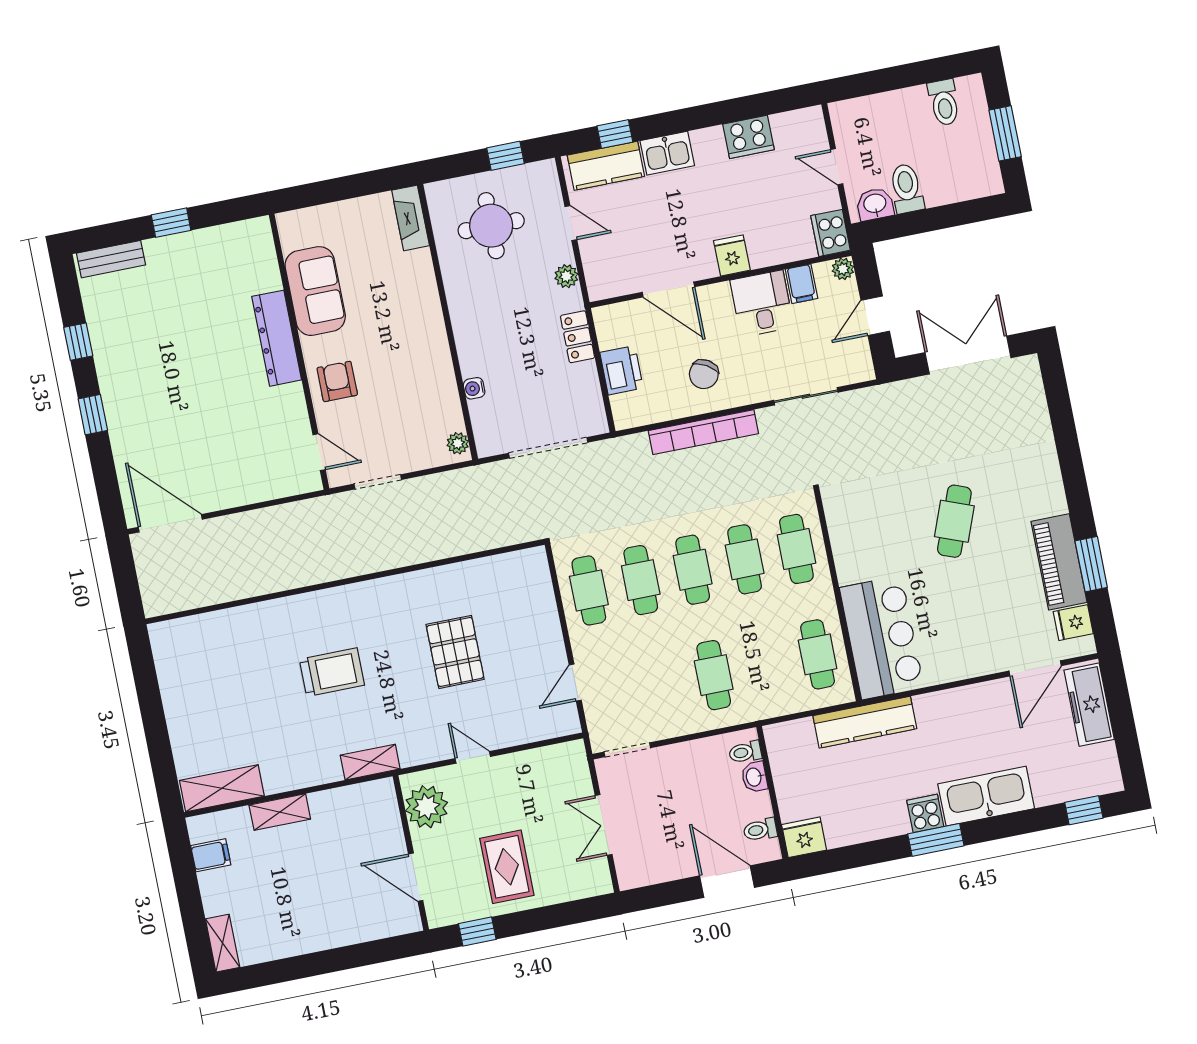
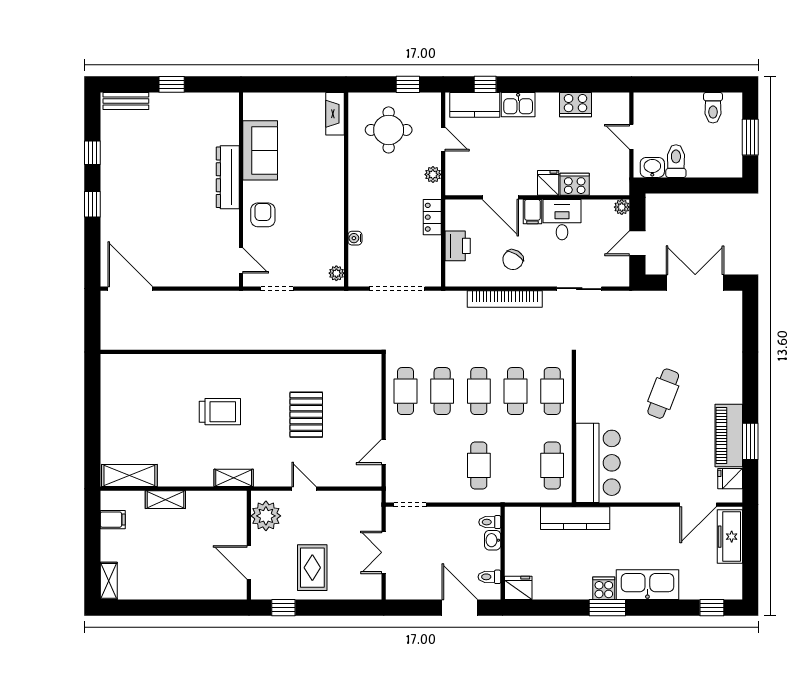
cooker: (831, 233) -> (575, 184), moved, turned 90
filing cabinet: (801, 284) -> (532, 212), moved

